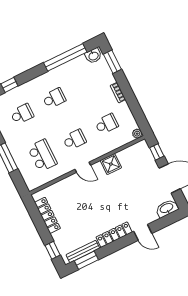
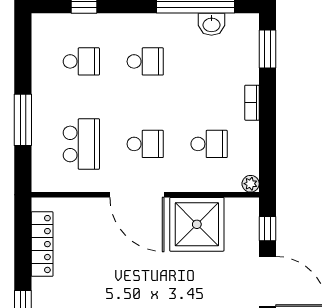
washbasin: (93, 56) -> (211, 24), moved
shower: (111, 164) -> (197, 224), width x1.86, depth x1.86
door: (83, 167) -> (137, 195), width x1.87

